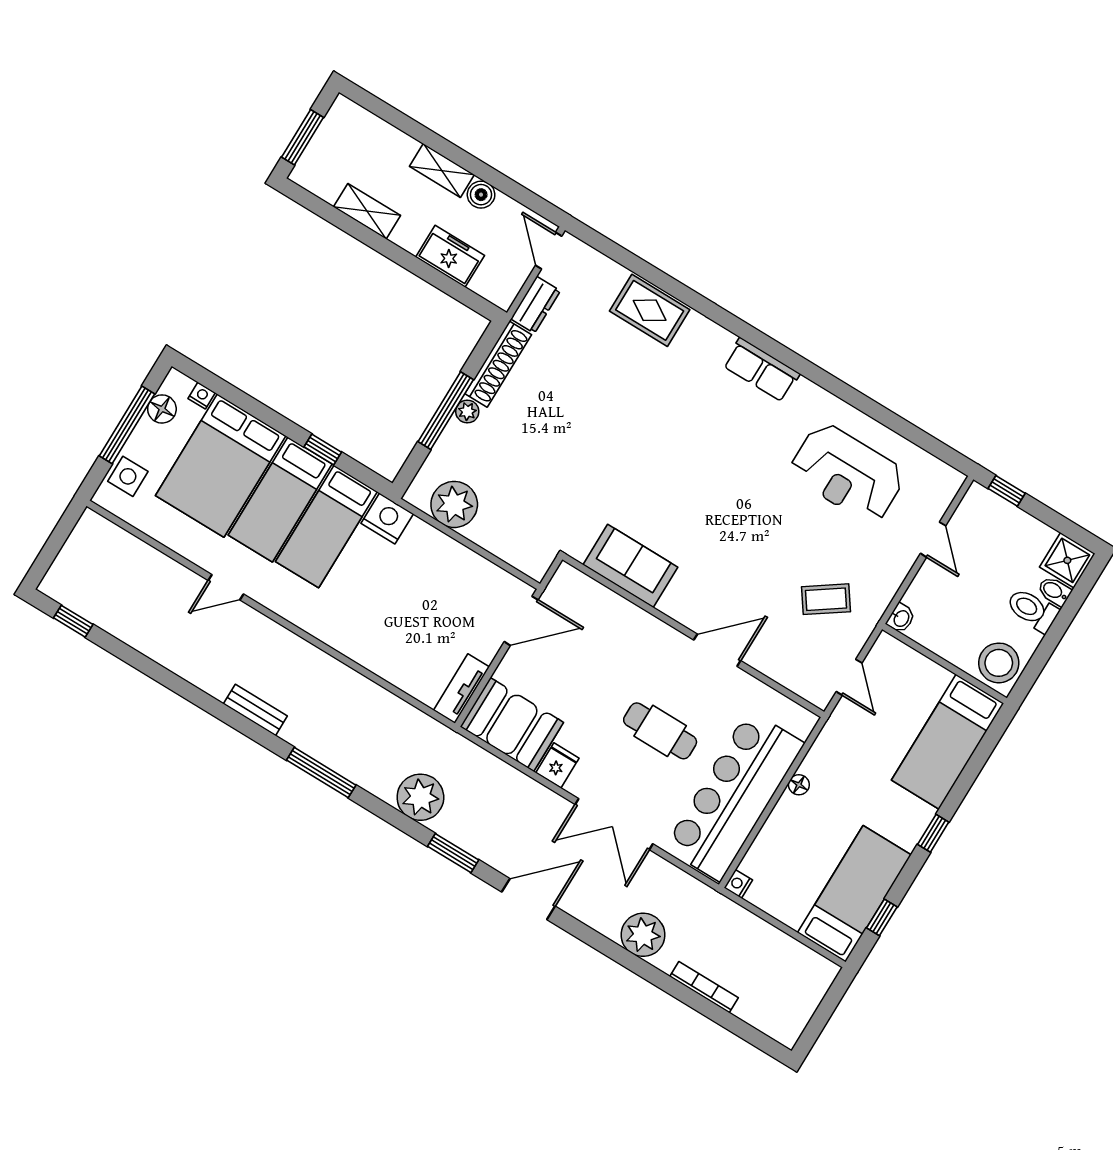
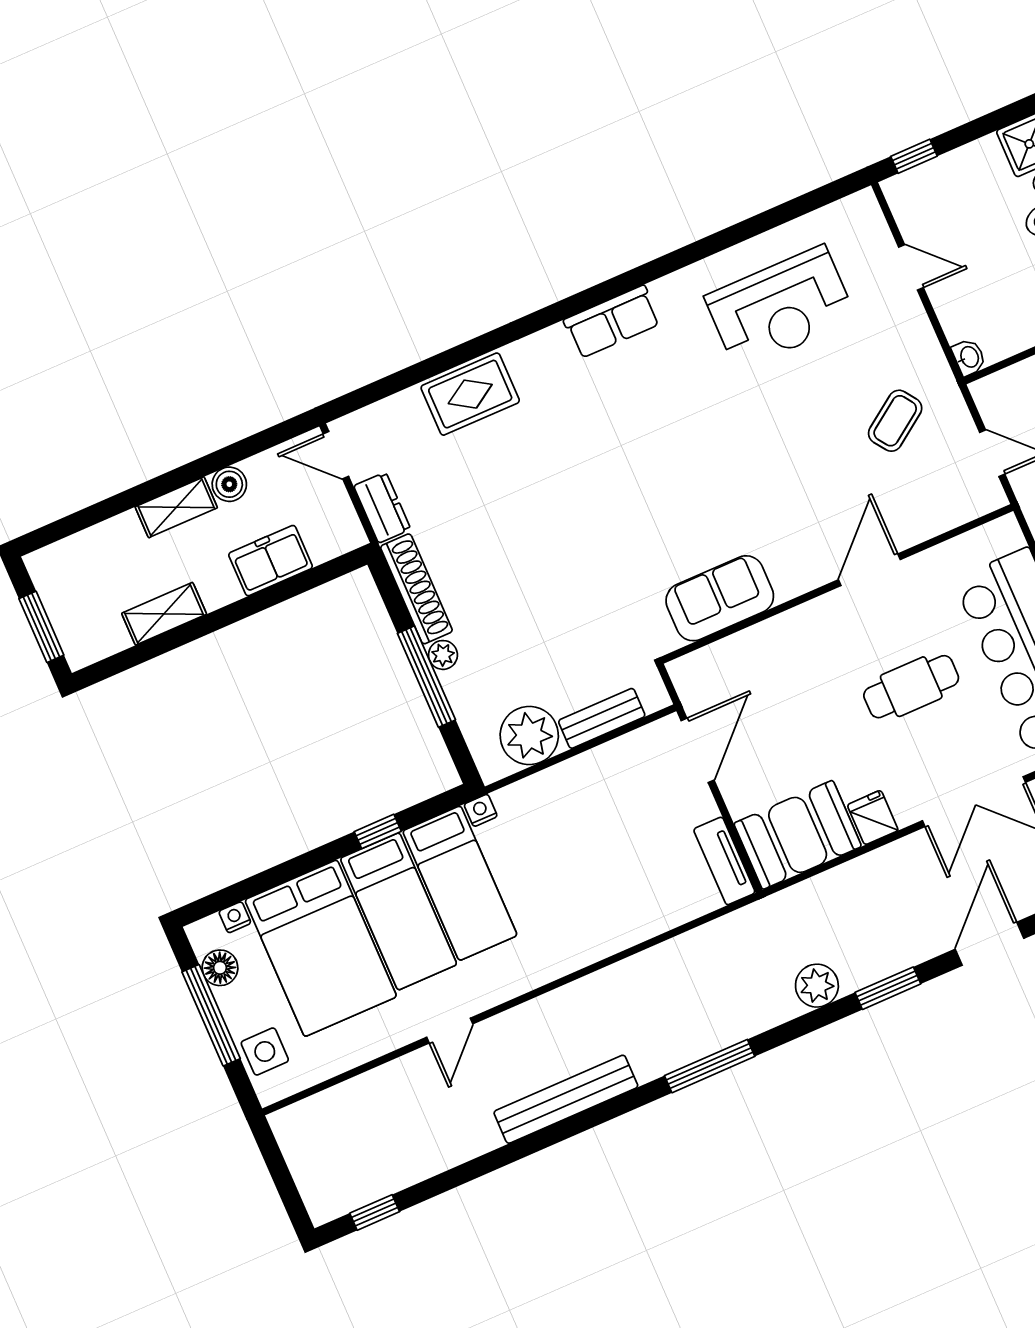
nightstand: (387, 519) -> (481, 810), width x0.53, depth x0.56
bench: (498, 544) -> (602, 718), added
bench: (255, 710) -> (566, 1099), width x1.86, depth x1.21
plant: (420, 797) -> (817, 986), width x0.73, depth x0.73

